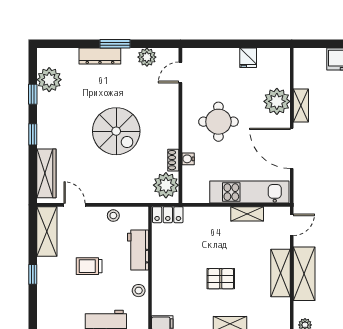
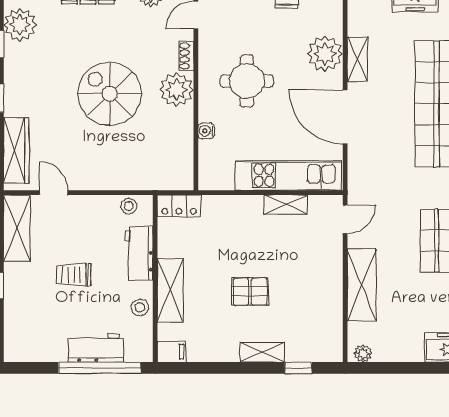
spiral stairs: (116, 131) -> (110, 94), turned 180
shoe rack: (173, 160) -> (186, 56), moved
plant: (166, 185) -> (176, 90), moved
stool: (113, 216) -> (129, 206), moved
shelving: (281, 273) -> (170, 290), moved

